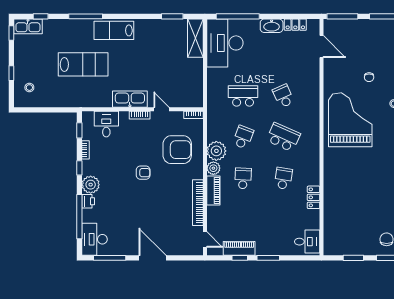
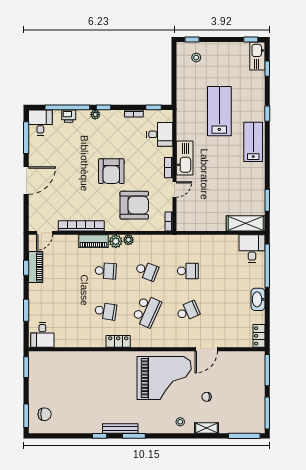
window: (86, 16) -> (267, 114), width x0.46
locker: (295, 25) -> (259, 336), moved
desk: (225, 43) -> (252, 249), width x0.53, depth x0.77
door: (321, 47) -> (206, 349), moved
lab bench: (83, 64) -> (219, 111), turned 180
window: (11, 73) -> (192, 40), moved
school desk: (243, 96) -> (188, 271), width x0.54
armchair: (177, 150) -> (134, 205), turned -90
plant: (216, 151) -> (128, 240), width x0.53, depth x0.53
window: (79, 168) -> (104, 107), moved
armchair: (143, 173) -> (111, 171), width x1.88, depth x1.88
plant: (91, 185) -> (95, 115), width x0.53, depth x0.53
locker: (314, 197) -> (118, 341), moved
printer: (88, 201) -> (69, 116), moved
desk: (94, 239) -> (40, 123), width x0.73
window: (268, 258) -> (26, 310), moved
window: (353, 258) -> (26, 367), moved

